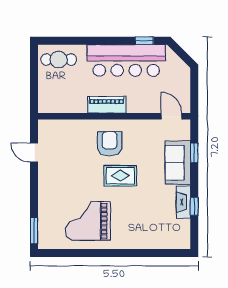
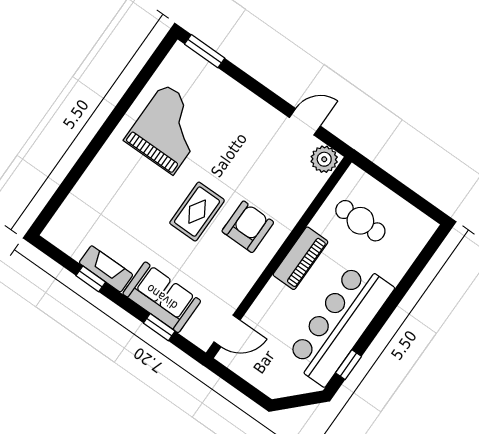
cafe table: (59, 60) -> (360, 221), moved, turned 90
plant: (46, 129) -> (324, 159), added
armchair: (110, 144) -> (248, 227), turned -90

